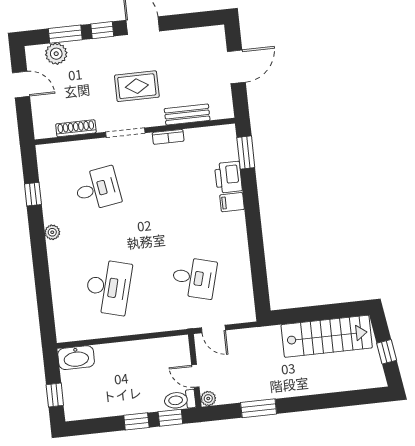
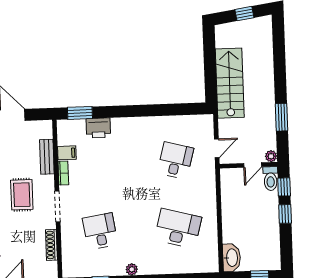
filing cabinet: (232, 202) -> (67, 153), moved, turned -90
stairs: (327, 336) -> (230, 83), moved

